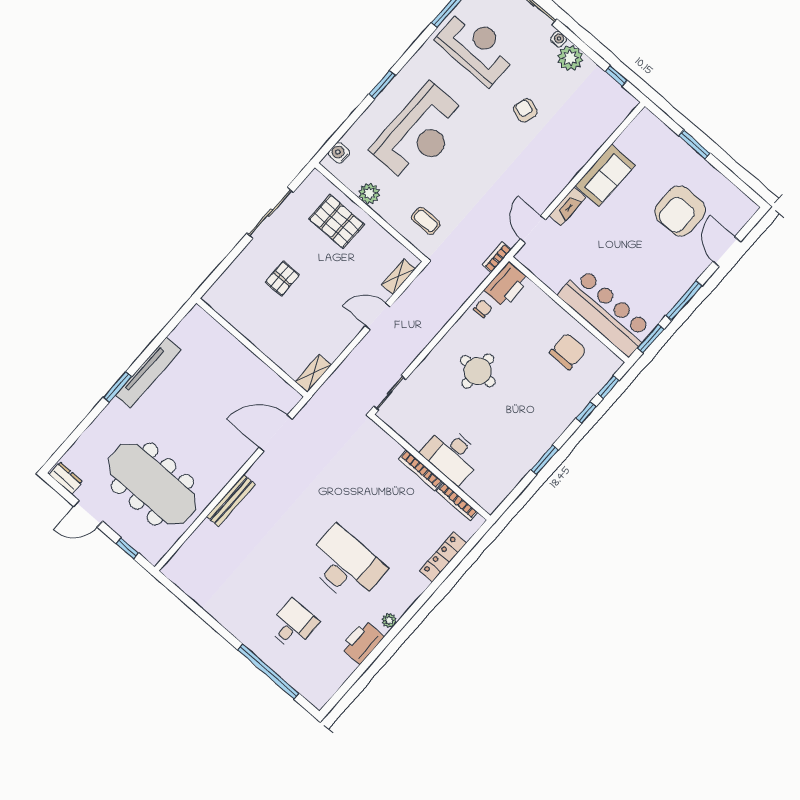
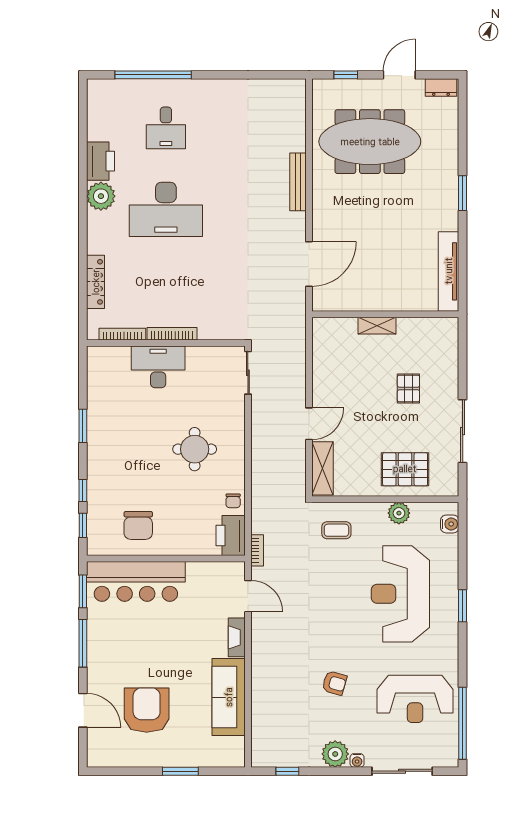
sofa: (605, 175) -> (229, 697), width x1.36
shelving: (398, 277) -> (323, 468), width x1.50, depth x1.33
tv unit: (148, 373) -> (449, 271), moved
shelving: (313, 373) -> (377, 326), moved, turned 90
plant: (389, 621) -> (101, 196), width x1.88, depth x1.88

